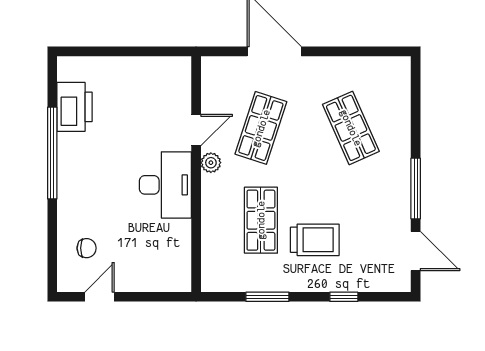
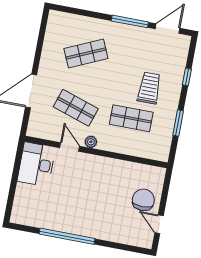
printer: (75, 107) -> (42, 218), removed
desk: (165, 185) -> (36, 164), moved, turned -90
chair: (87, 248) -> (143, 200), moved, width x1.87, depth x1.87

